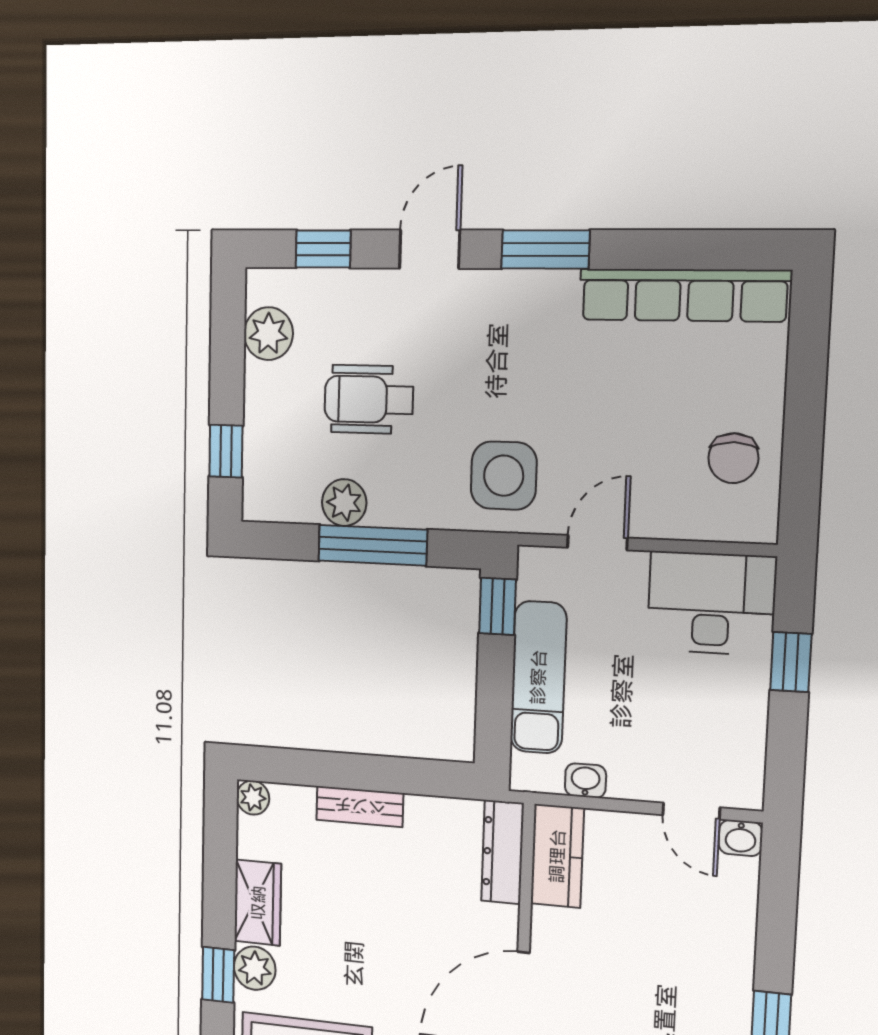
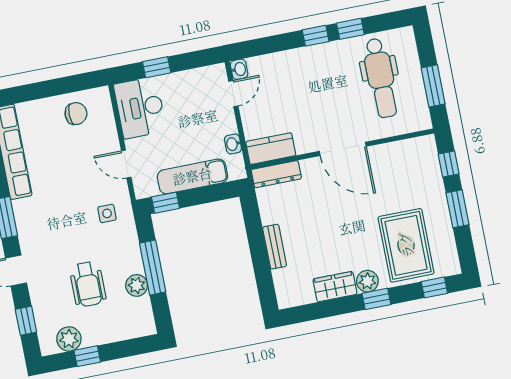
window: (226, 451) -> (87, 356), moved
side table: (504, 476) -> (107, 213), width x0.54, depth x0.54
plant: (253, 798) -> (285, 300), removed

